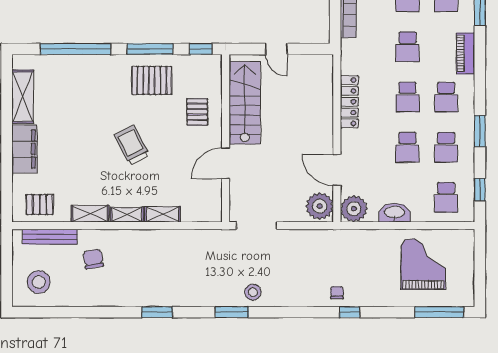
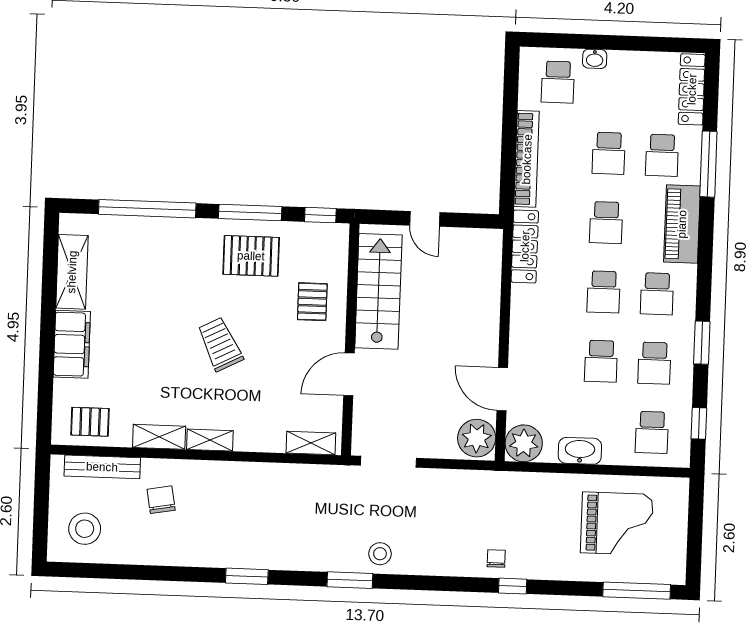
piano: (465, 53) -> (682, 224), width x1.37, depth x1.33
locker: (349, 102) -> (525, 246), moved
shelving: (163, 214) -> (311, 443), moved
grand piano: (423, 264) -> (617, 523), turned 90

